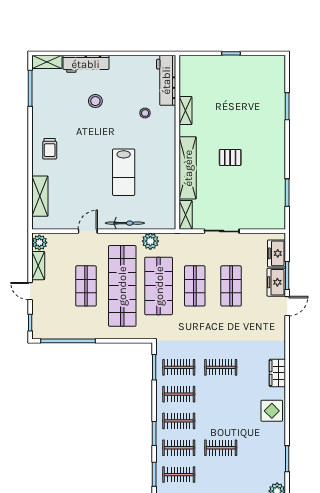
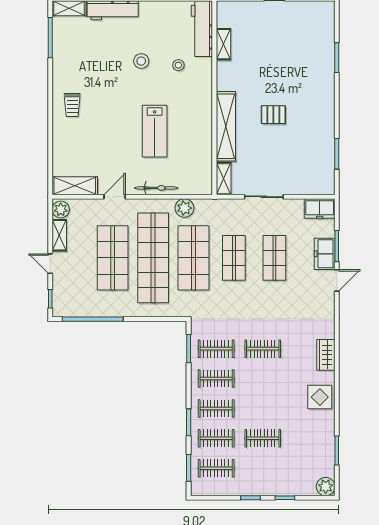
stool: (95, 101) -> (141, 61), moved
shelving: (185, 111) -> (223, 44), moved
shelving: (40, 196) -> (75, 186), moved, turned 90
freezer: (276, 253) -> (320, 209), moved, turned -90
shop shelf: (86, 286) -> (113, 258), width x1.43, depth x1.36

